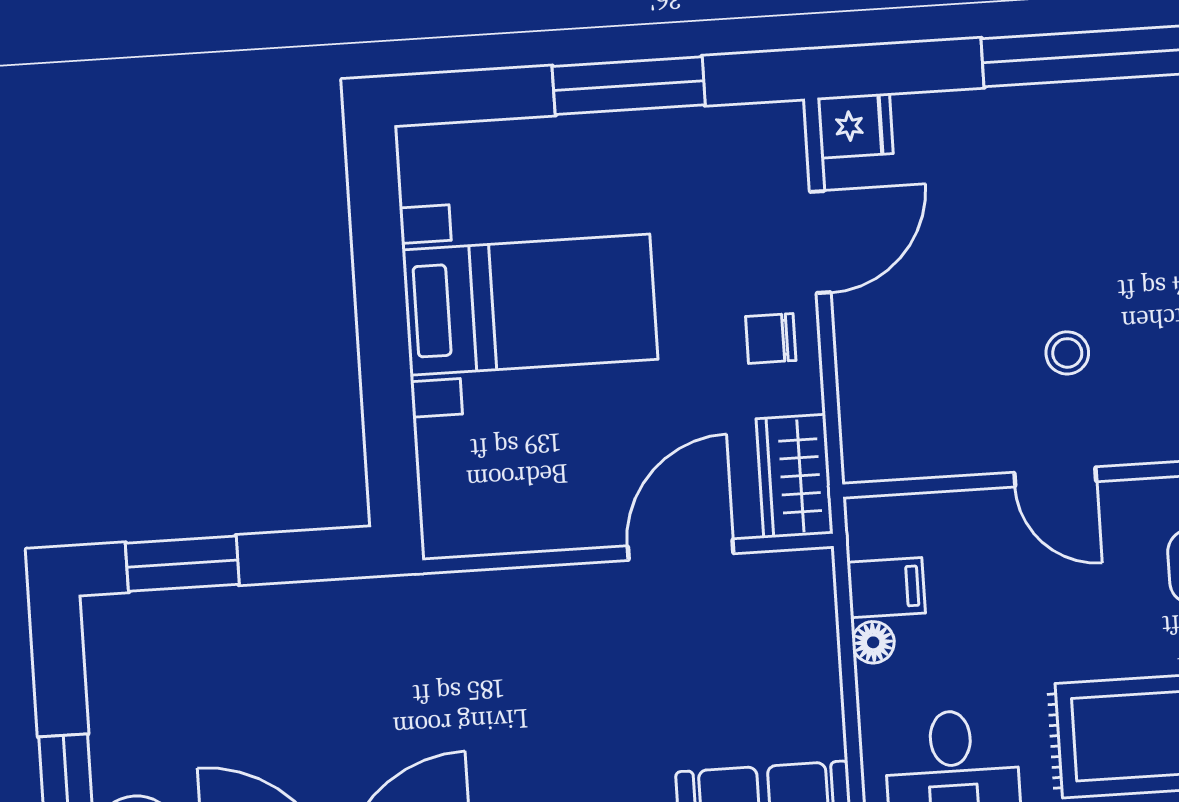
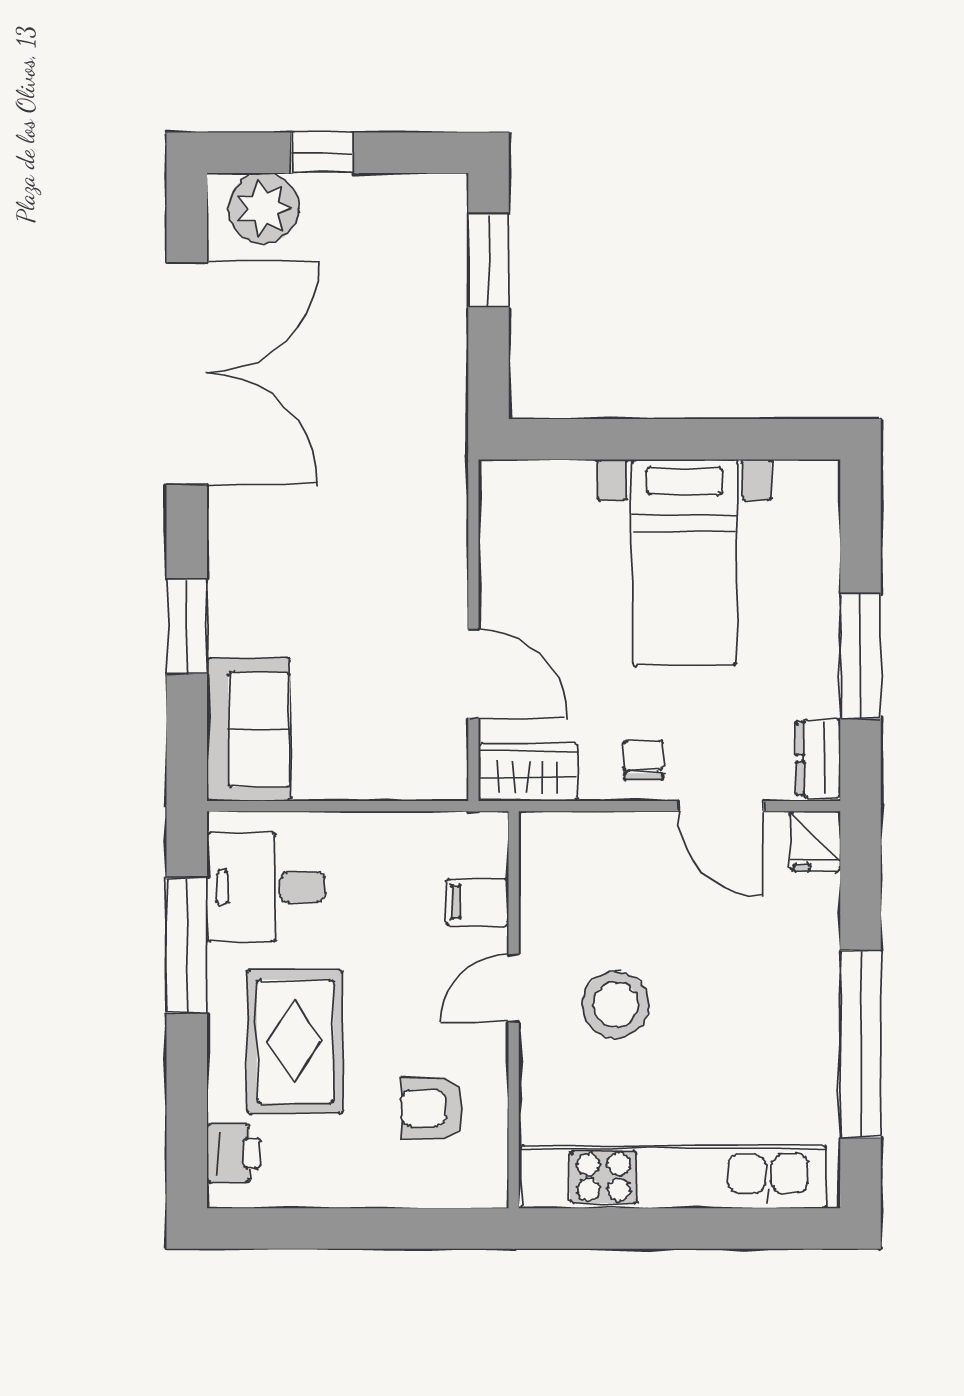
dresser: (755, 128) -> (818, 758), added
stool: (1067, 353) -> (616, 1005), width x1.89, depth x1.89
filing cabinet: (886, 588) -> (478, 902), moved, turned 90
floor lamp: (873, 642) -> (386, 828), removed

